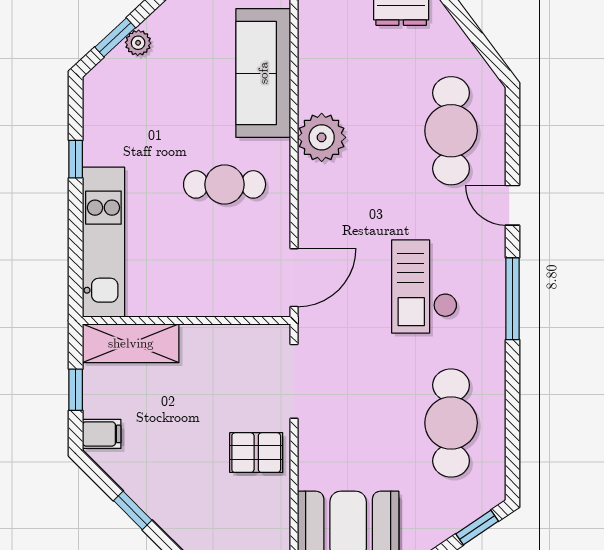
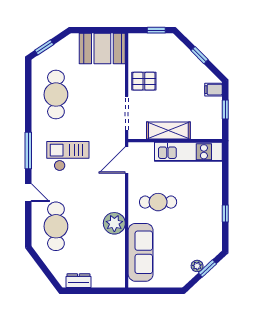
kitchen unit: (103, 242) -> (188, 152), moved, turned -90
checkout: (424, 287) -> (68, 156), turned -90
shelving: (131, 343) -> (168, 130), moved

